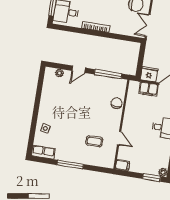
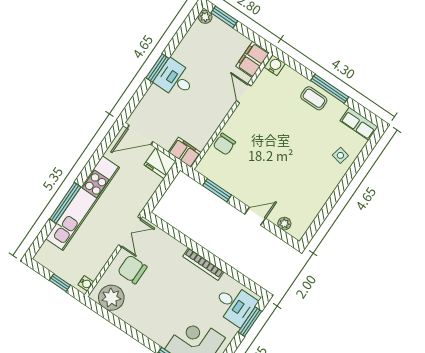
window: (108, 74) -> (217, 190), width x0.69
filing cabinet: (148, 89) -> (185, 152), moved
coffee table: (94, 141) -> (314, 98), moved
water cooler: (109, 163) -> (275, 65), added
filing cabinet: (123, 165) -> (253, 60), width x2.00

